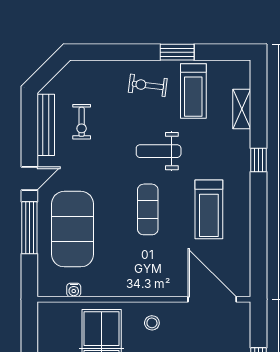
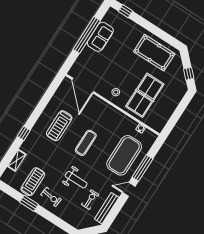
weight bench: (159, 151) -> (76, 180), moved
treadmill: (209, 209) -> (59, 126), turned 180

